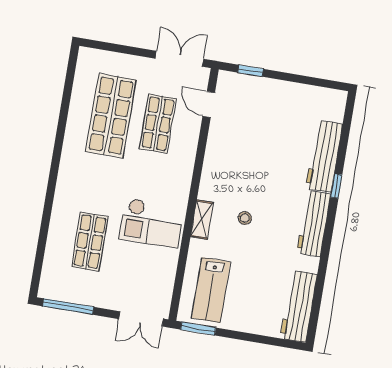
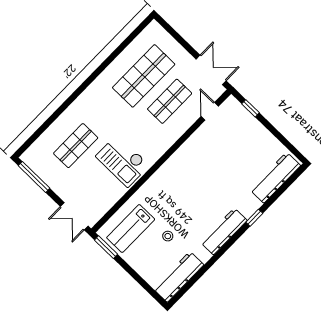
workbench: (324, 156) -> (275, 178), moved
stool: (245, 218) -> (168, 236), moved
shelving: (202, 219) -> (155, 180), removed

